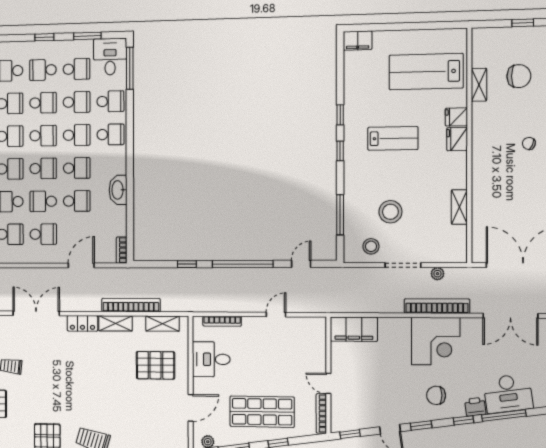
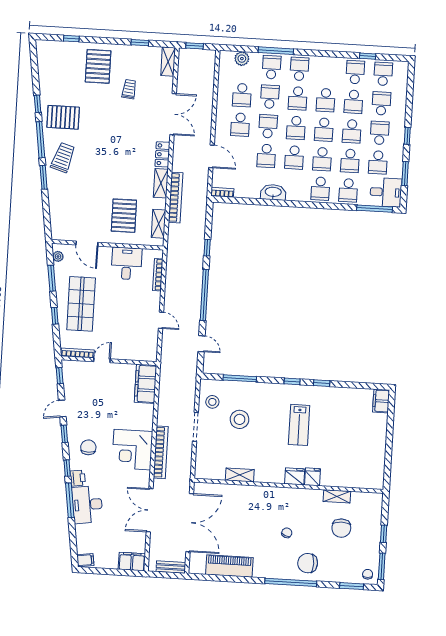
lab bench: (426, 72) -> (351, 455), removed
plant: (437, 274) -> (187, 454), removed

